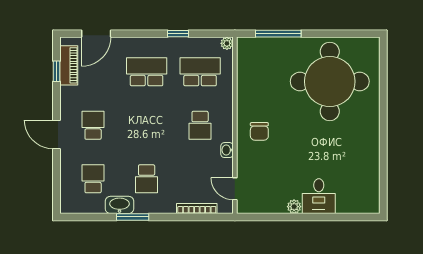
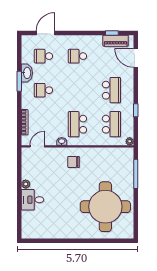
school desk: (93, 125) -> (77, 56), turned 180
school desk: (200, 125) -> (77, 124), width x1.85
door: (57, 135) -> (45, 33), moved
school desk: (93, 179) -> (43, 56), turned 180

